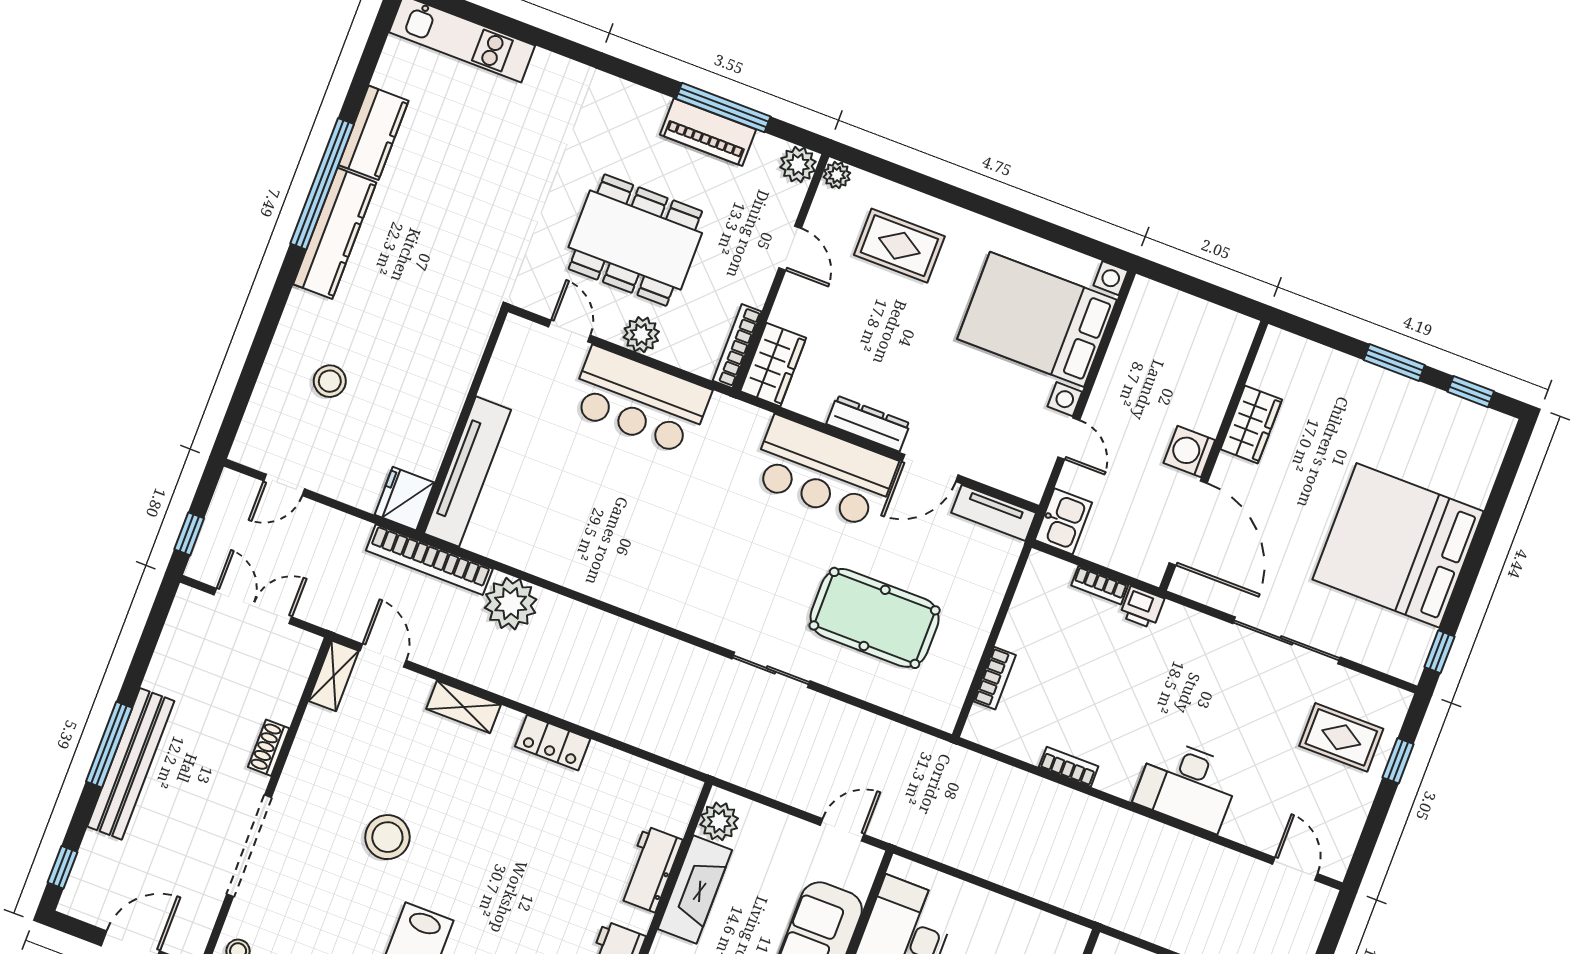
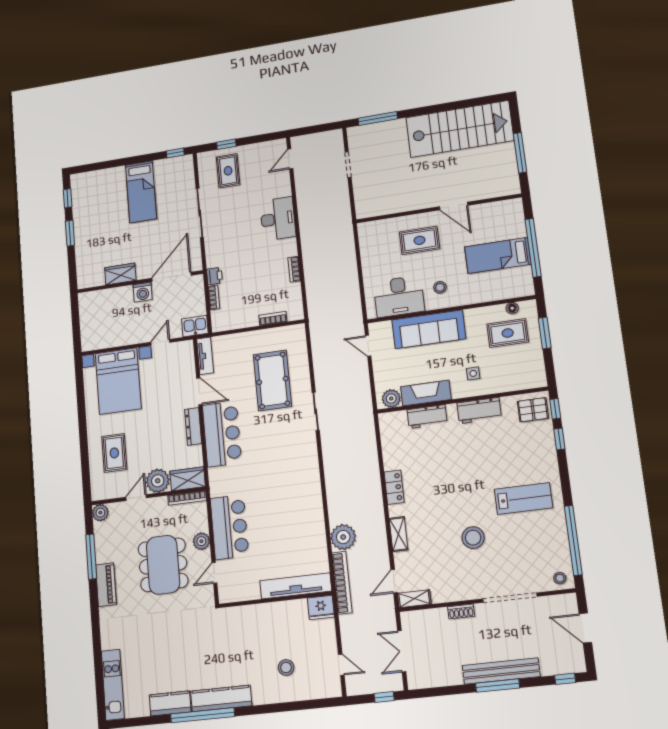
piano: (708, 132) -> (106, 585), moved
plant: (837, 175) -> (158, 481), moved, width x1.88, depth x1.88
bed: (1398, 545) -> (141, 192), width x0.49

